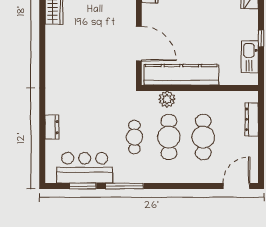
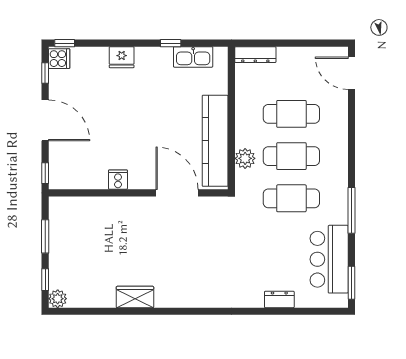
door: (139, 44) -> (177, 193), hinge flipped
dresser: (252, 119) -> (255, 55), moved
cafe table: (134, 137) -> (291, 198), width x1.37, depth x1.35
window: (83, 186) -> (351, 283), moved

